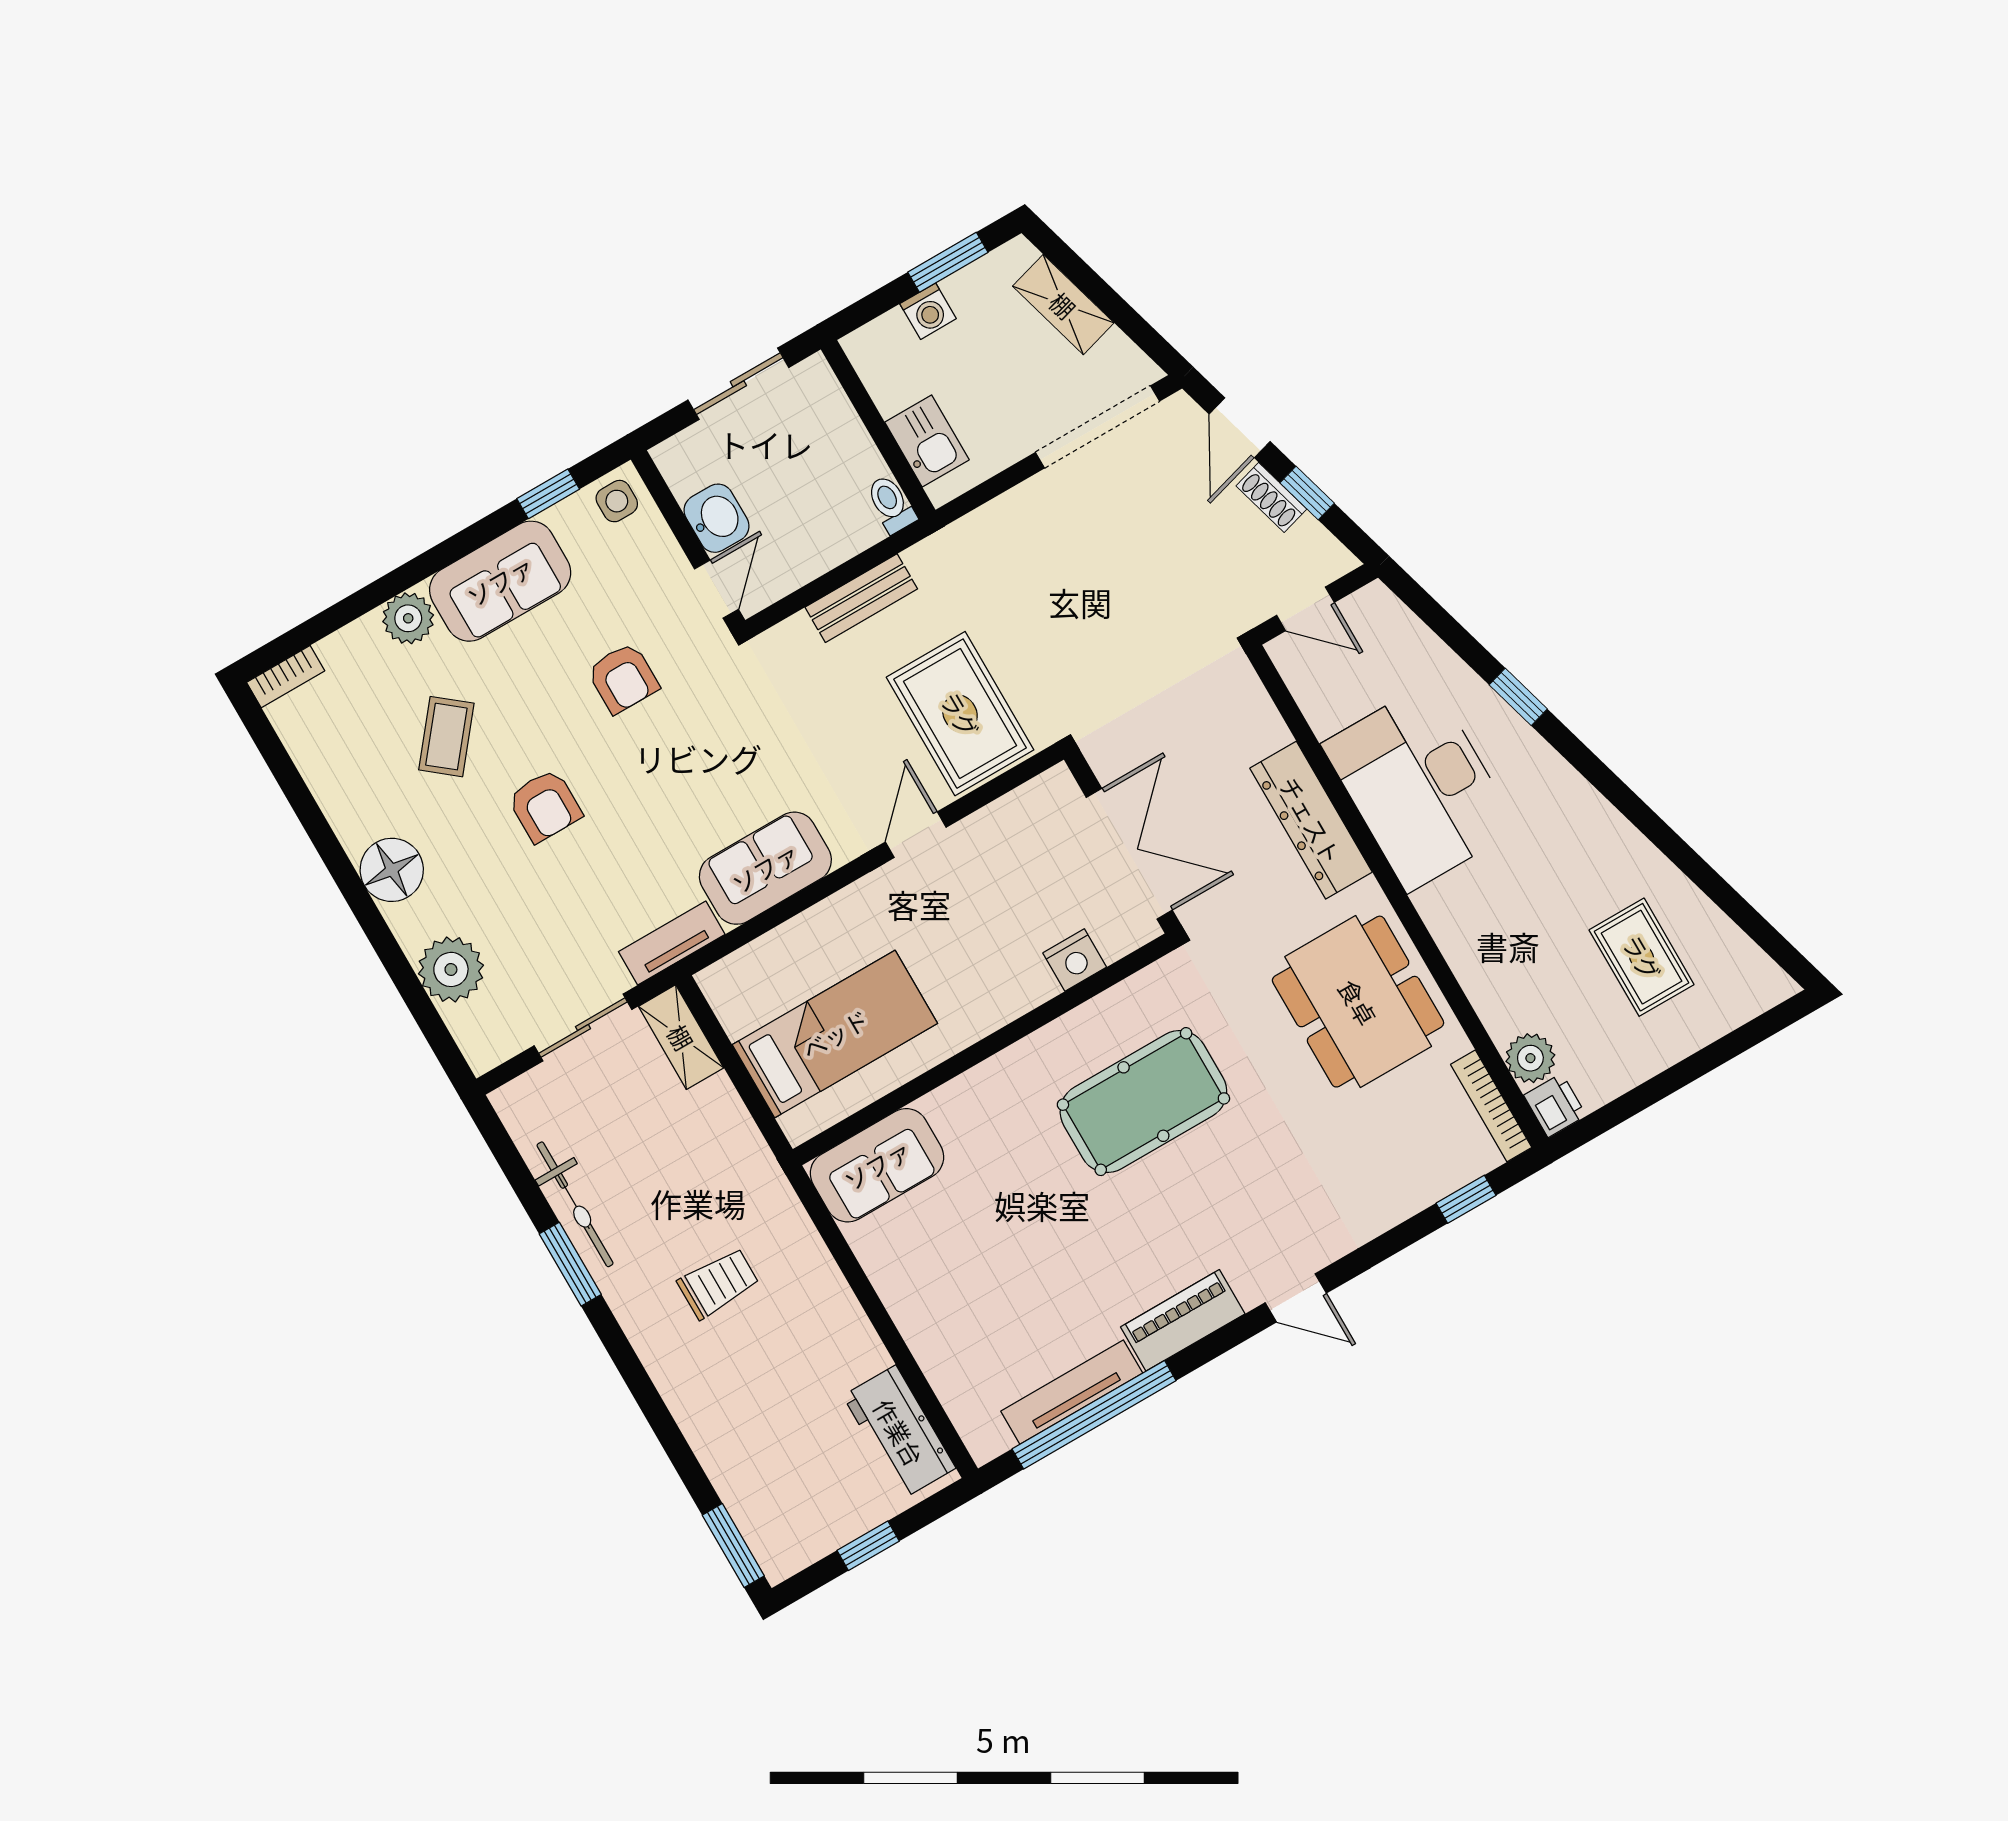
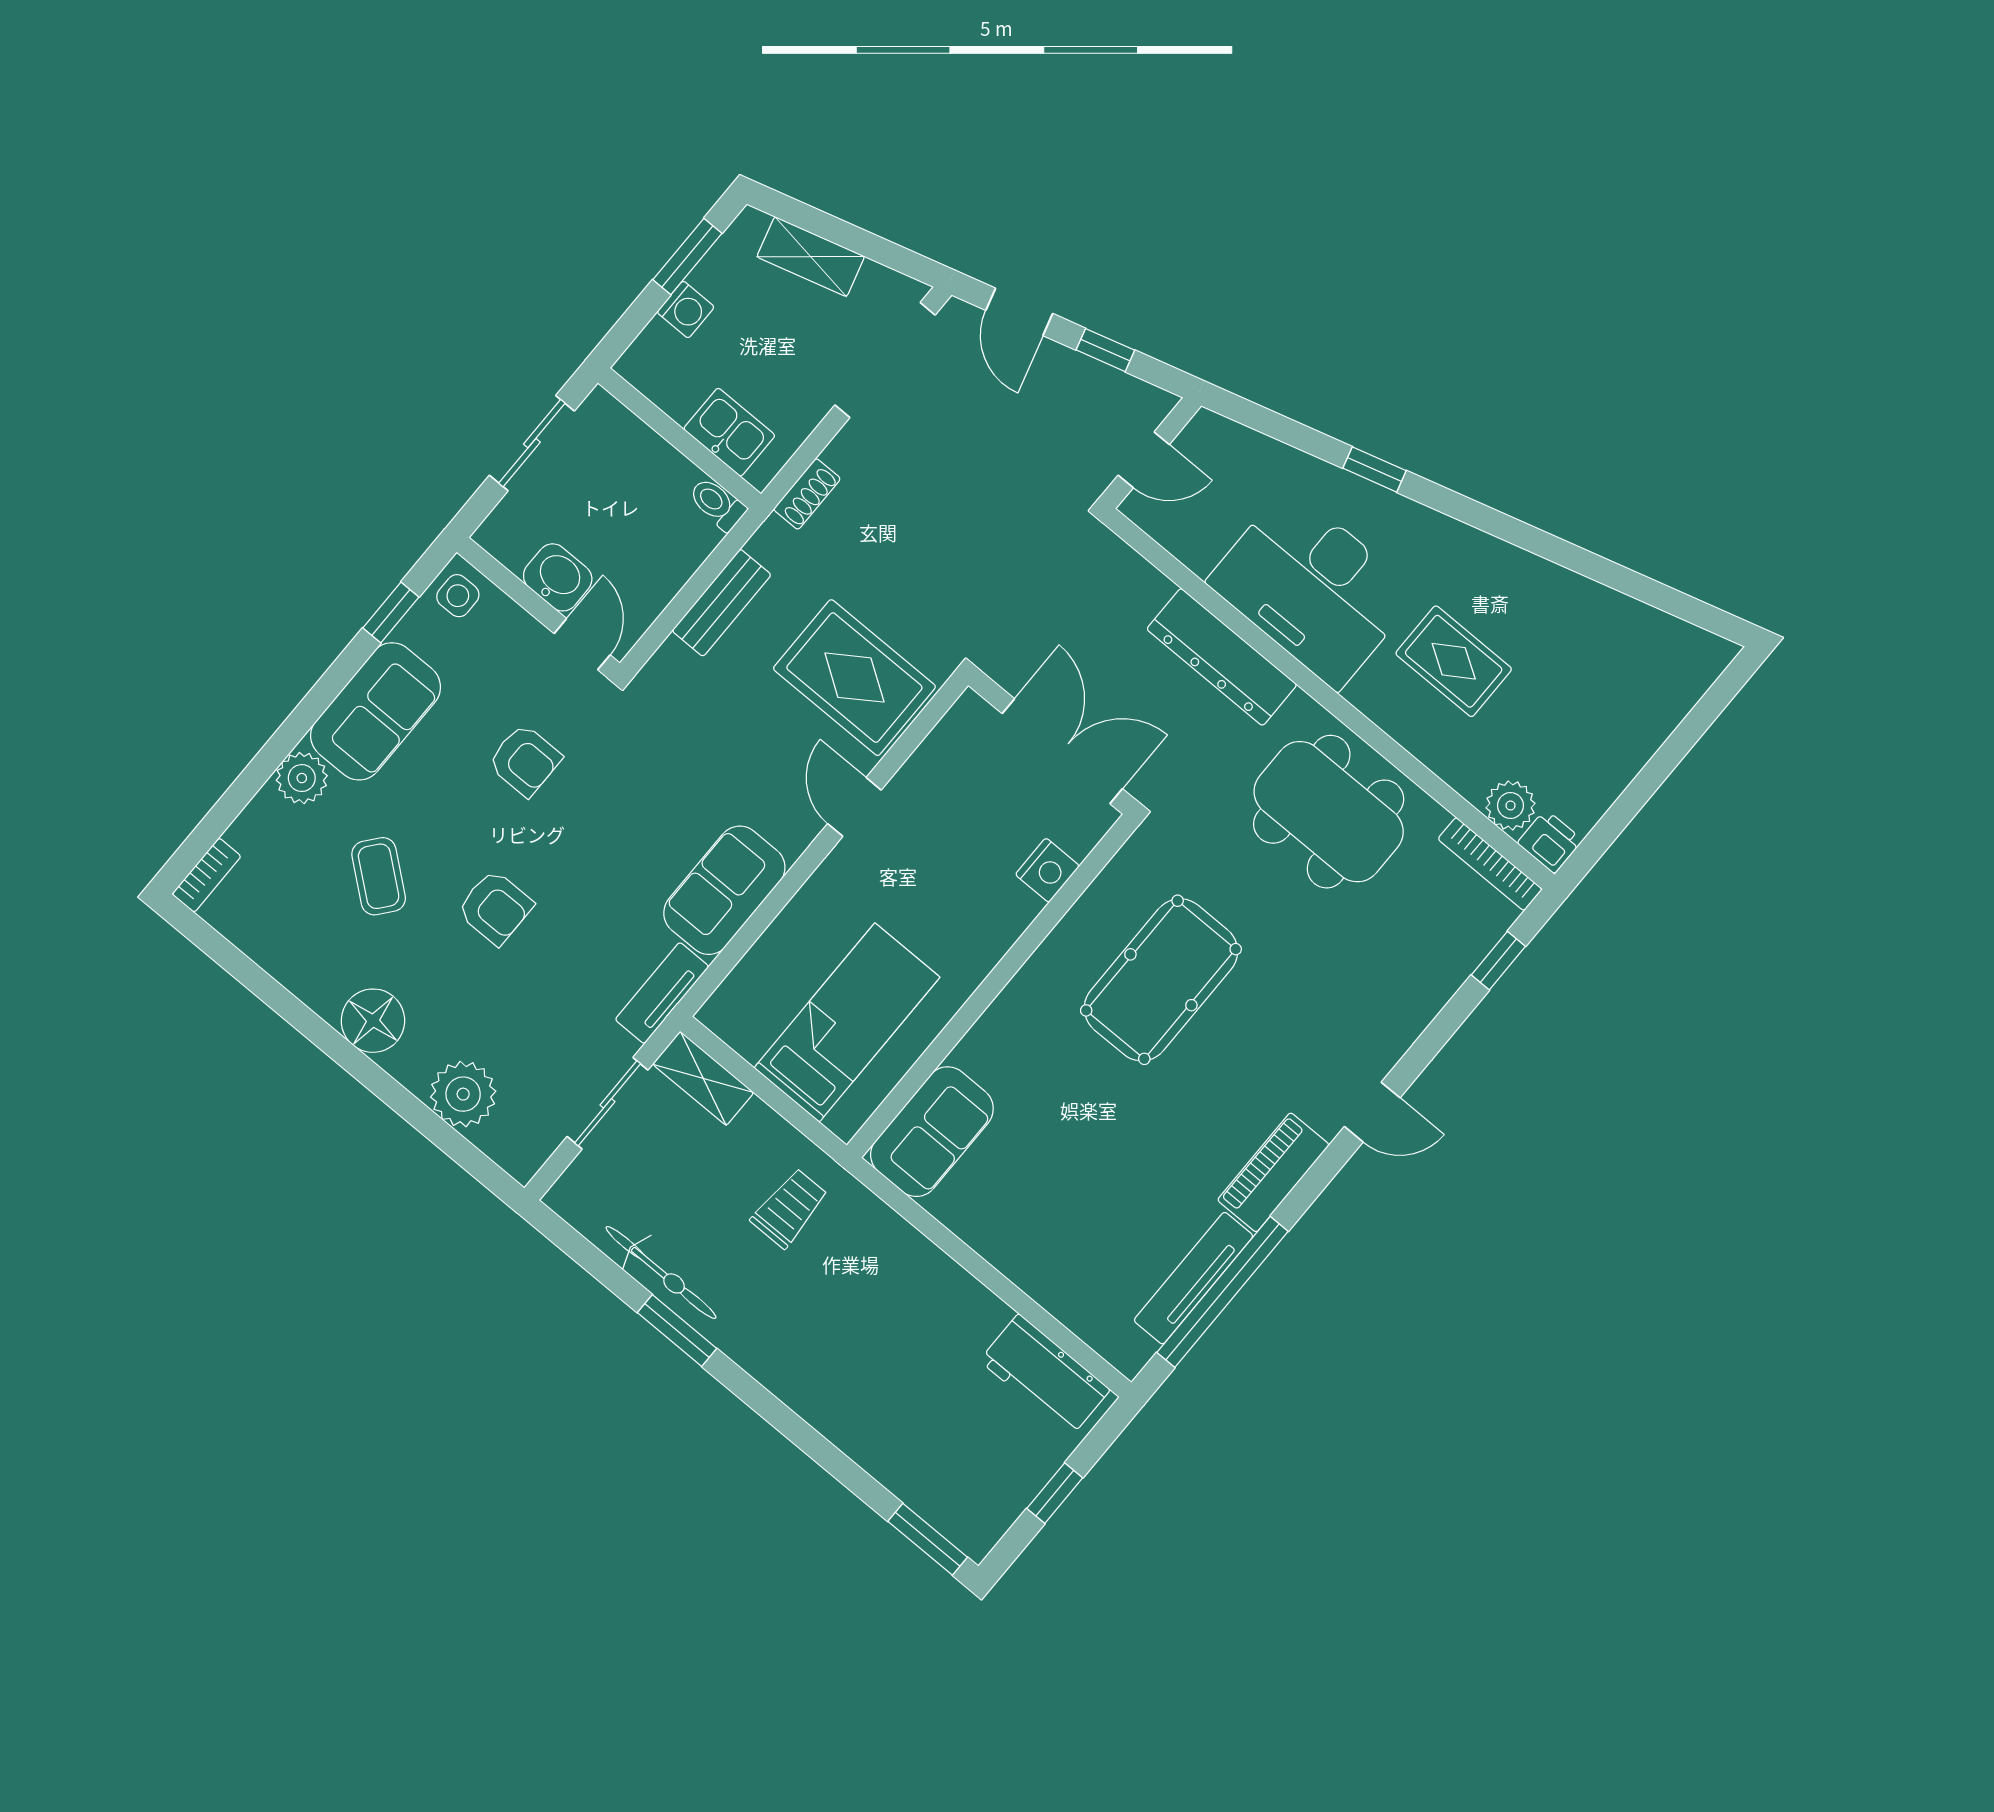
shoe rack: (1271, 497) -> (807, 494), moved, turned -74
rug: (1642, 957) -> (1454, 661), moved
trolley: (718, 1283) -> (789, 1208), moved

